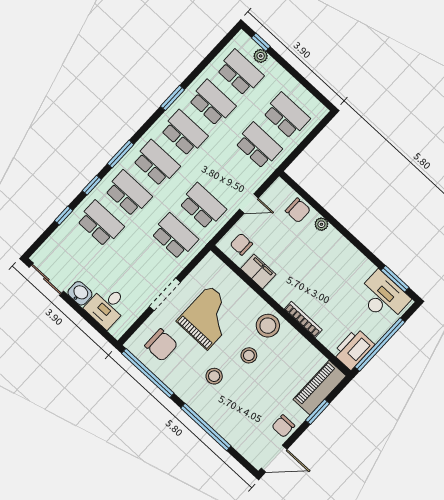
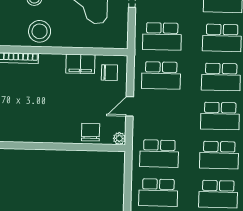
chair: (298, 210) -> (91, 132), turned 90
plant: (321, 224) -> (119, 138), moved

